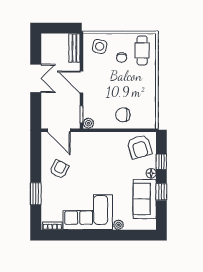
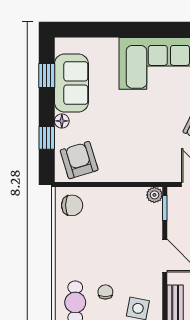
chair: (123, 115) -> (72, 205), moved
window: (161, 192) -> (47, 76), moved
plant: (118, 225) -> (110, 45), removed

